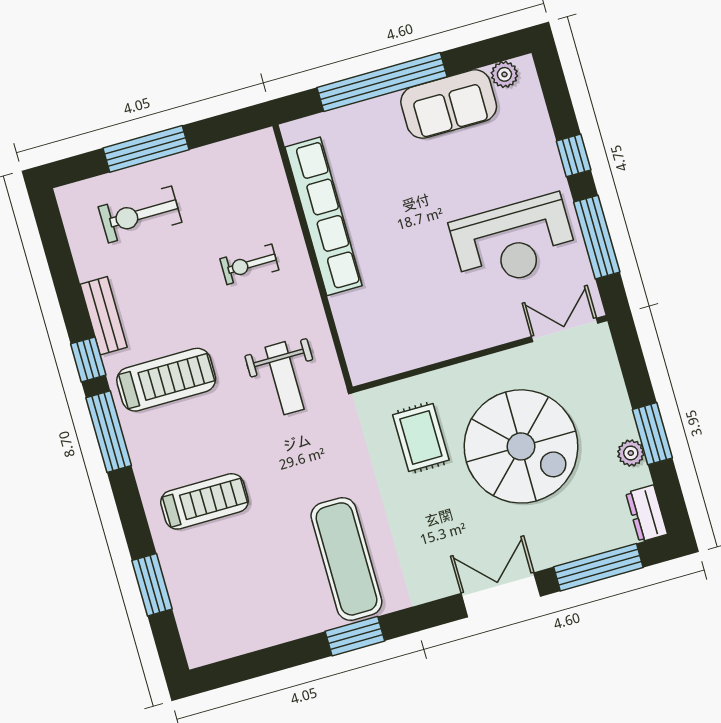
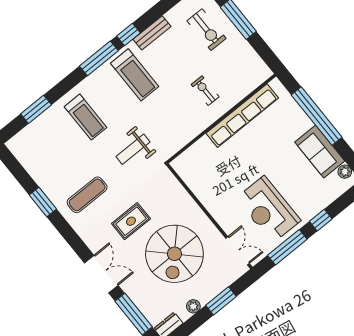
exercise bike: (140, 214) -> (207, 30), turned 180
weight bench: (285, 378) -> (133, 149), moved
window: (652, 434) -> (221, 301), moved
rug: (421, 437) -> (131, 221), moved
exercise mat: (346, 559) -> (87, 195), width x0.73, depth x0.69
window: (355, 636) -> (43, 202), moved

